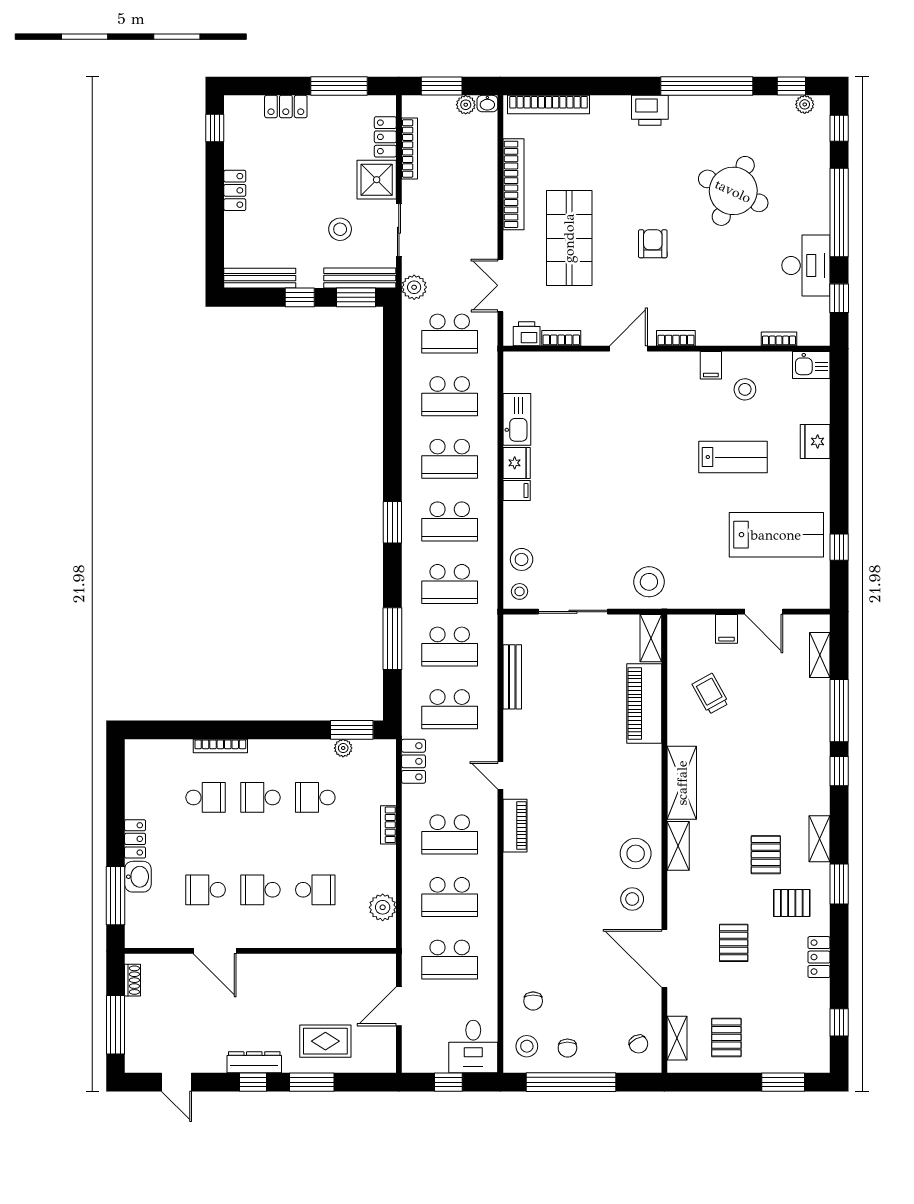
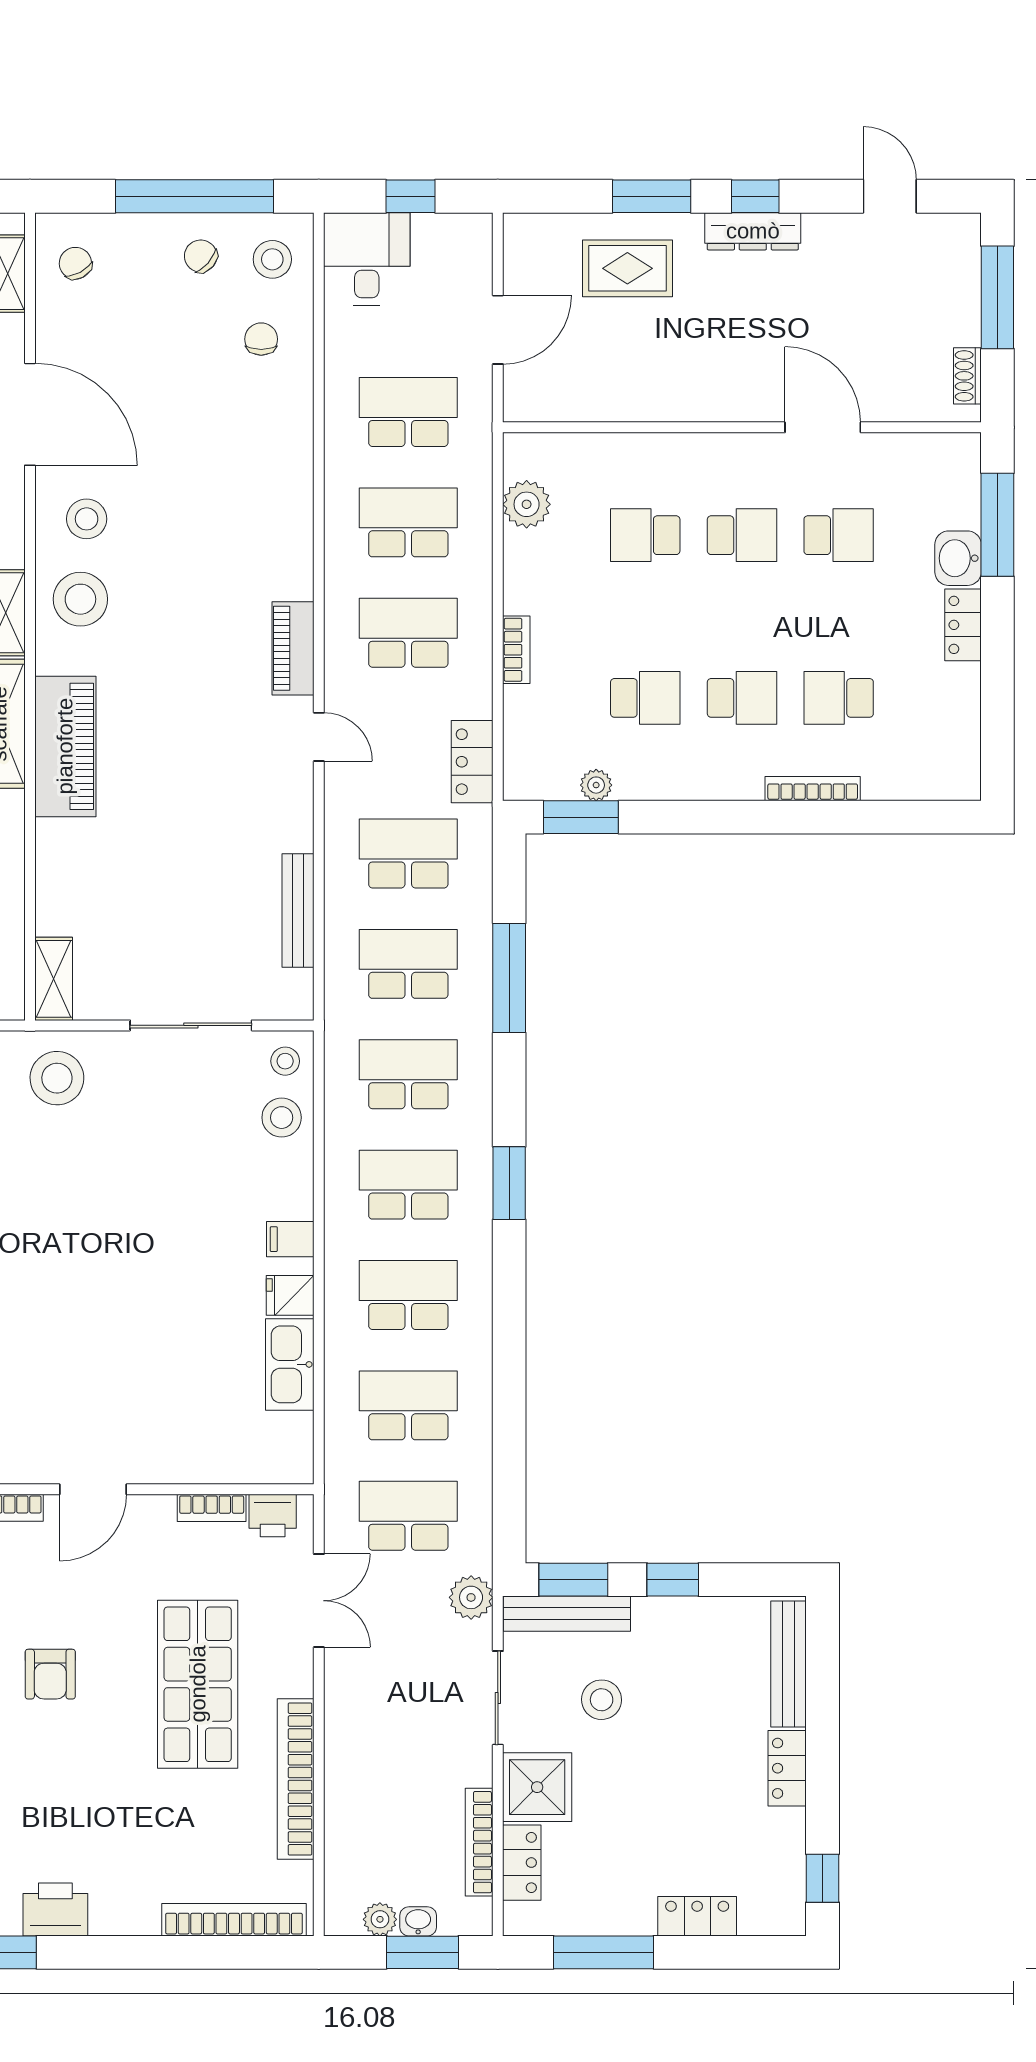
washbasin: (487, 104) -> (418, 1921), moved
bench: (260, 278) -> (789, 1664), moved, turned 90
fridge: (517, 463) -> (290, 1295), width x0.72
piano: (644, 704) -> (65, 746), moved
chair: (567, 1048) -> (201, 256), turned -49

